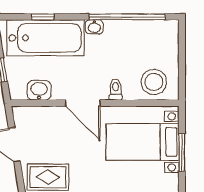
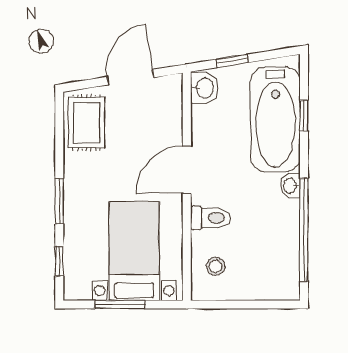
stool: (154, 82) -> (216, 266), width x0.53, depth x0.53
washbasin: (39, 90) -> (204, 88), moved
toilet: (116, 90) -> (211, 218), width x1.37, depth x1.39

